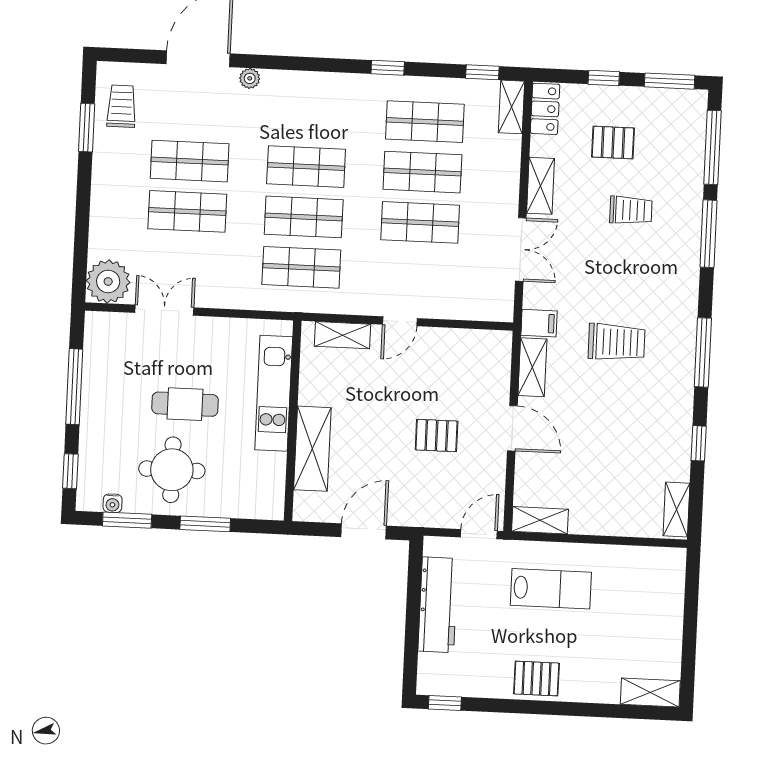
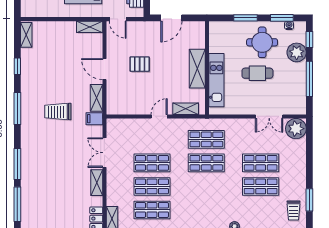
pallet: (613, 143) -> (64, 204), removed
shop shelf: (306, 167) -> (206, 186), removed
trolley: (631, 210) -> (54, 173), removed
plant: (99, 445) -> (297, 52), added
shelving: (312, 449) -> (197, 69), moved
door: (479, 534) -> (118, 19), hinge flipped

